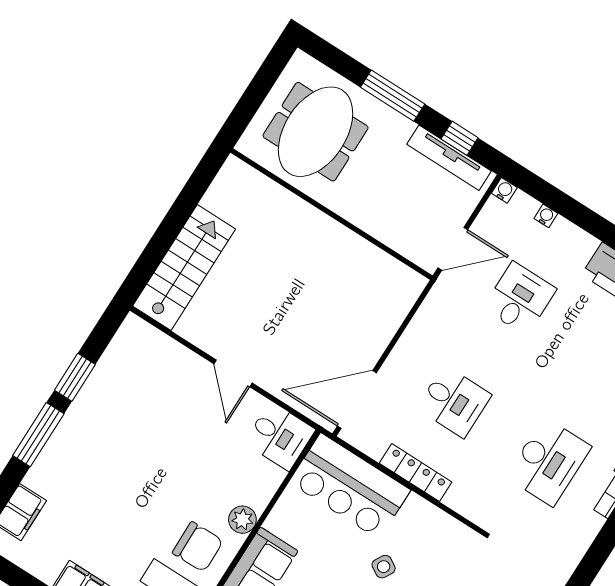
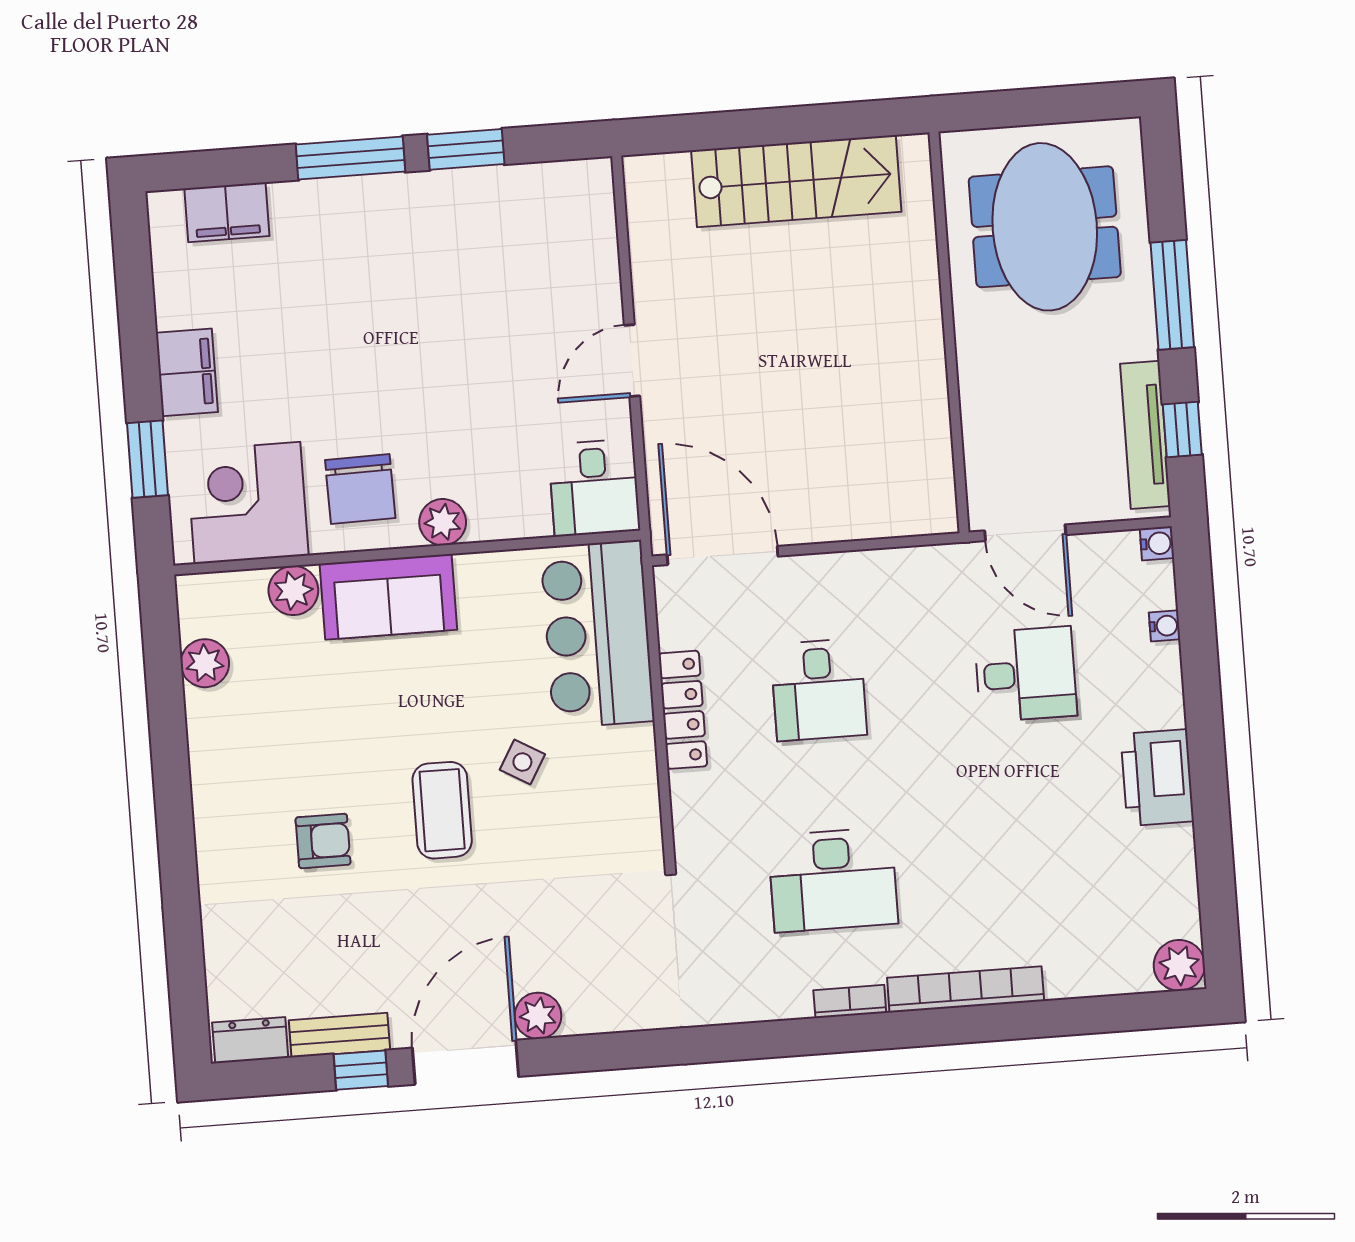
meeting table: (316, 132) -> (1045, 227), turned 90
stairs: (184, 268) -> (796, 181), moved

